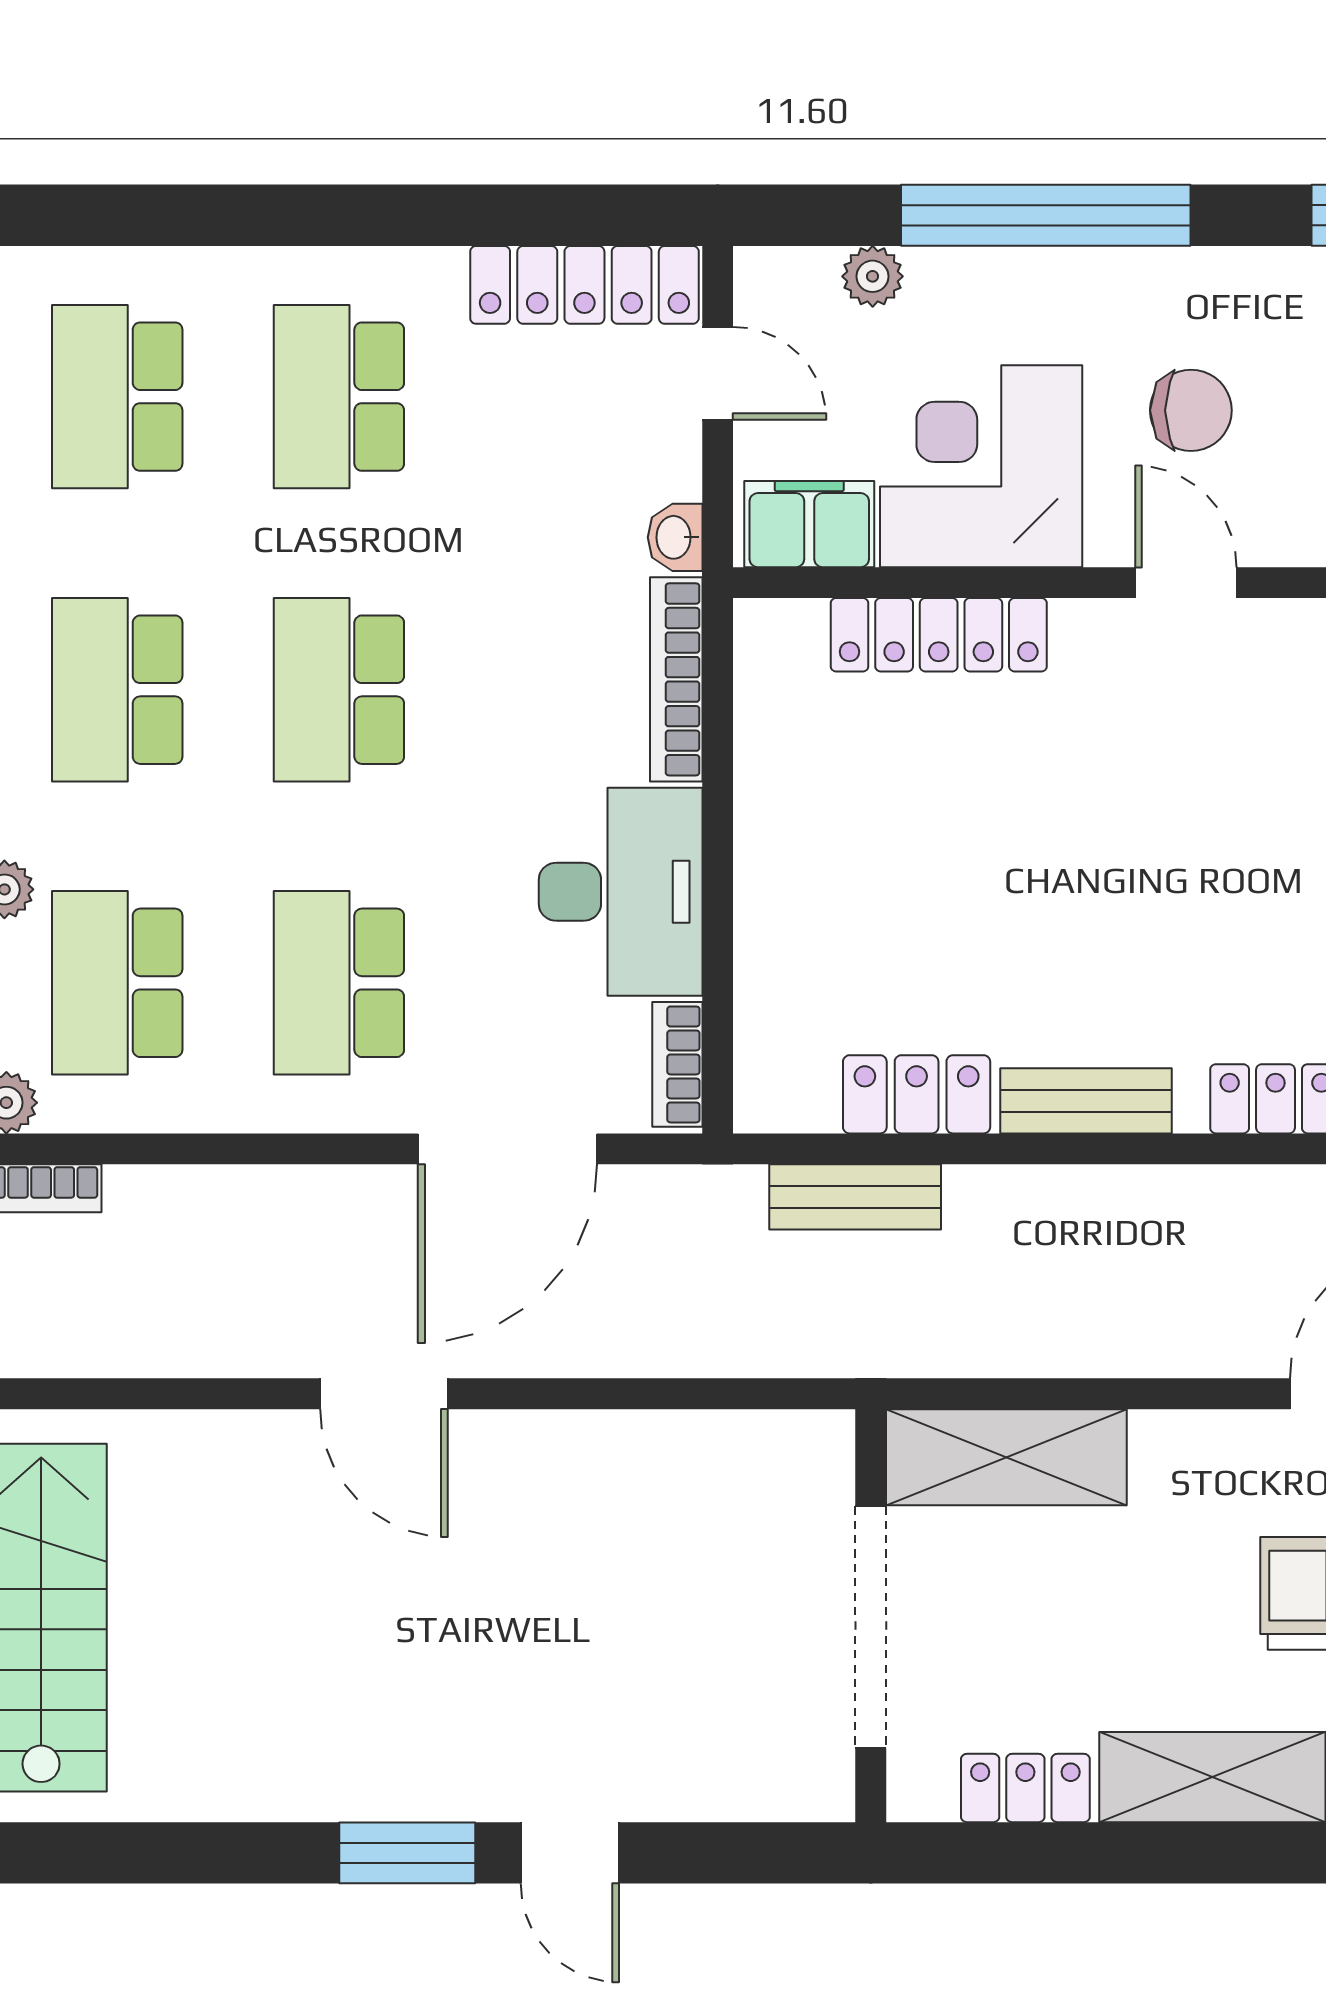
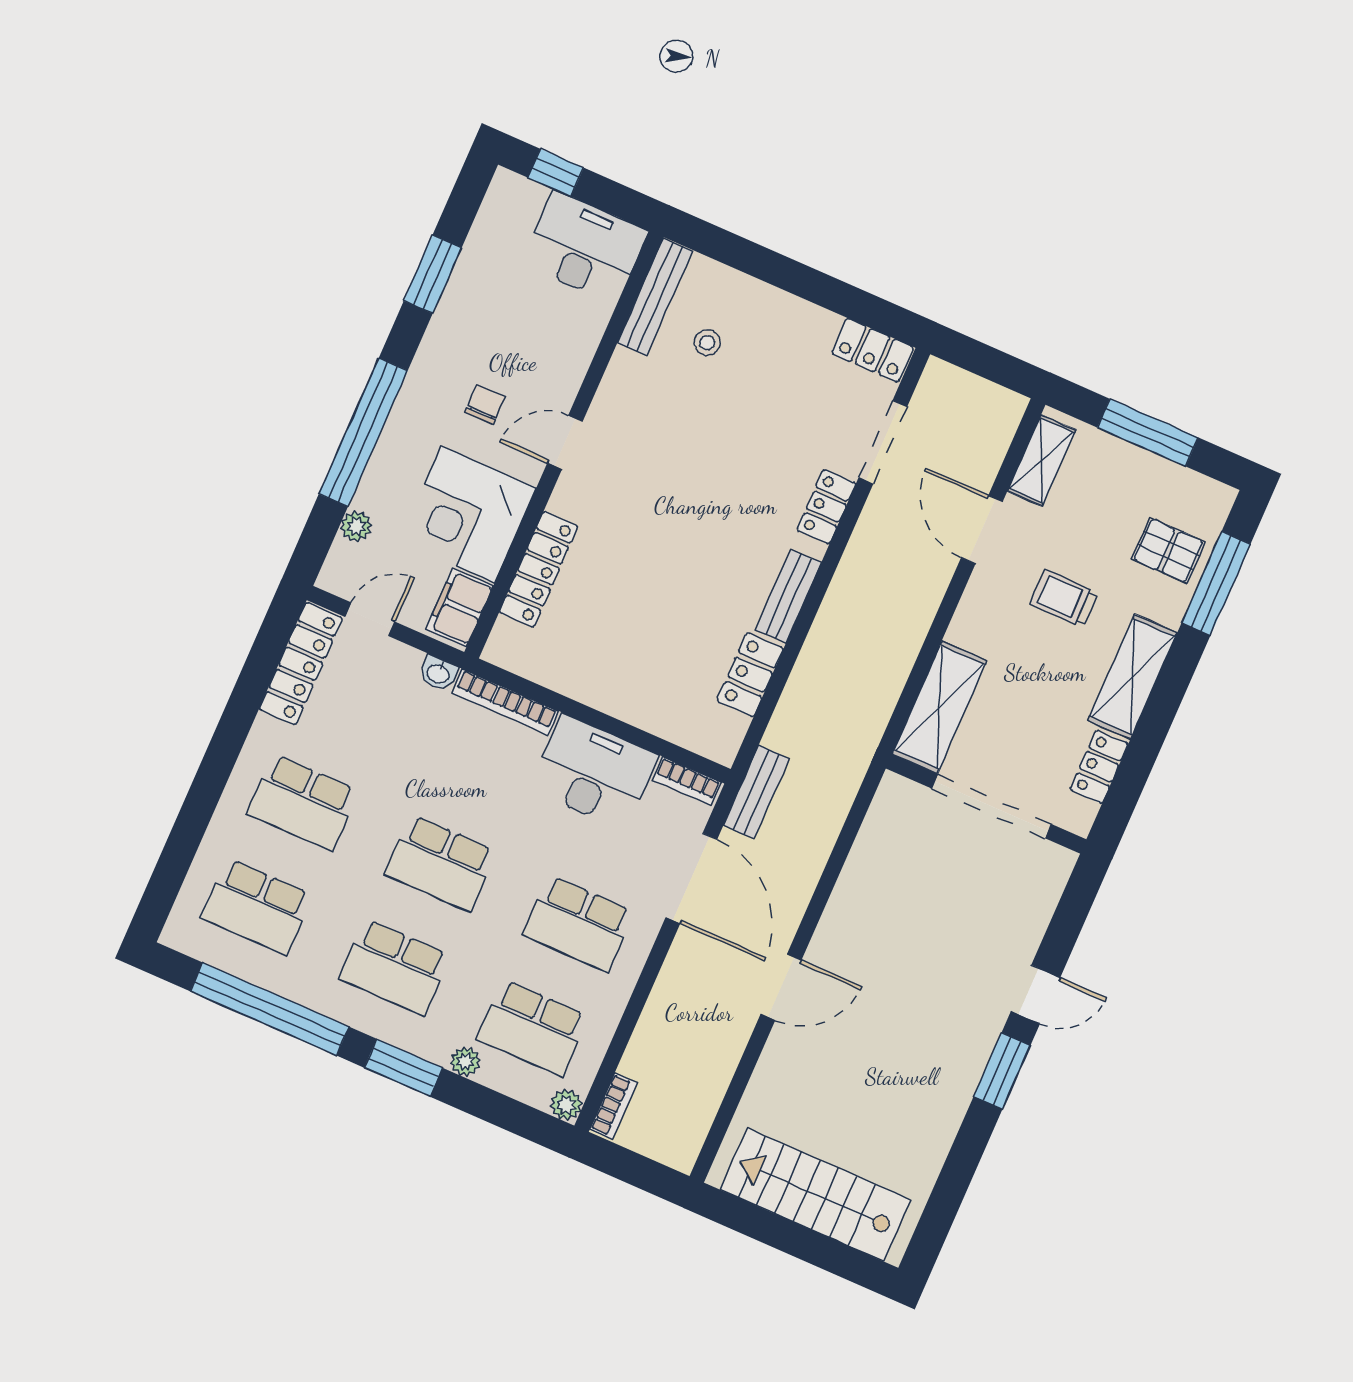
chair: (1191, 410) -> (485, 404), width x0.73, depth x0.73
bench: (855, 1197) -> (756, 792), moved

